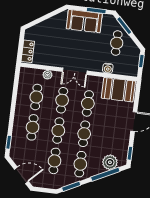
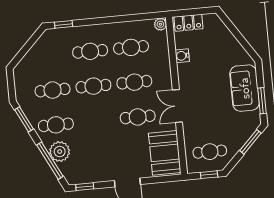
cafe table: (117, 43) -> (210, 152), moved
water cooler: (108, 68) -> (182, 56), moved
double door: (75, 71) -> (177, 106), moved
plant: (47, 75) -> (160, 24), moved
cafe table: (84, 134) -> (97, 121), removed
plant: (110, 162) -> (60, 152), moved
door: (21, 175) -> (24, 51), removed

